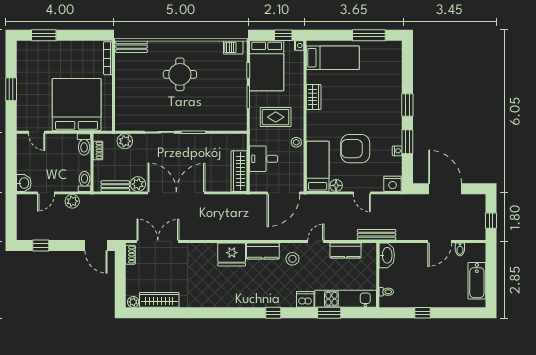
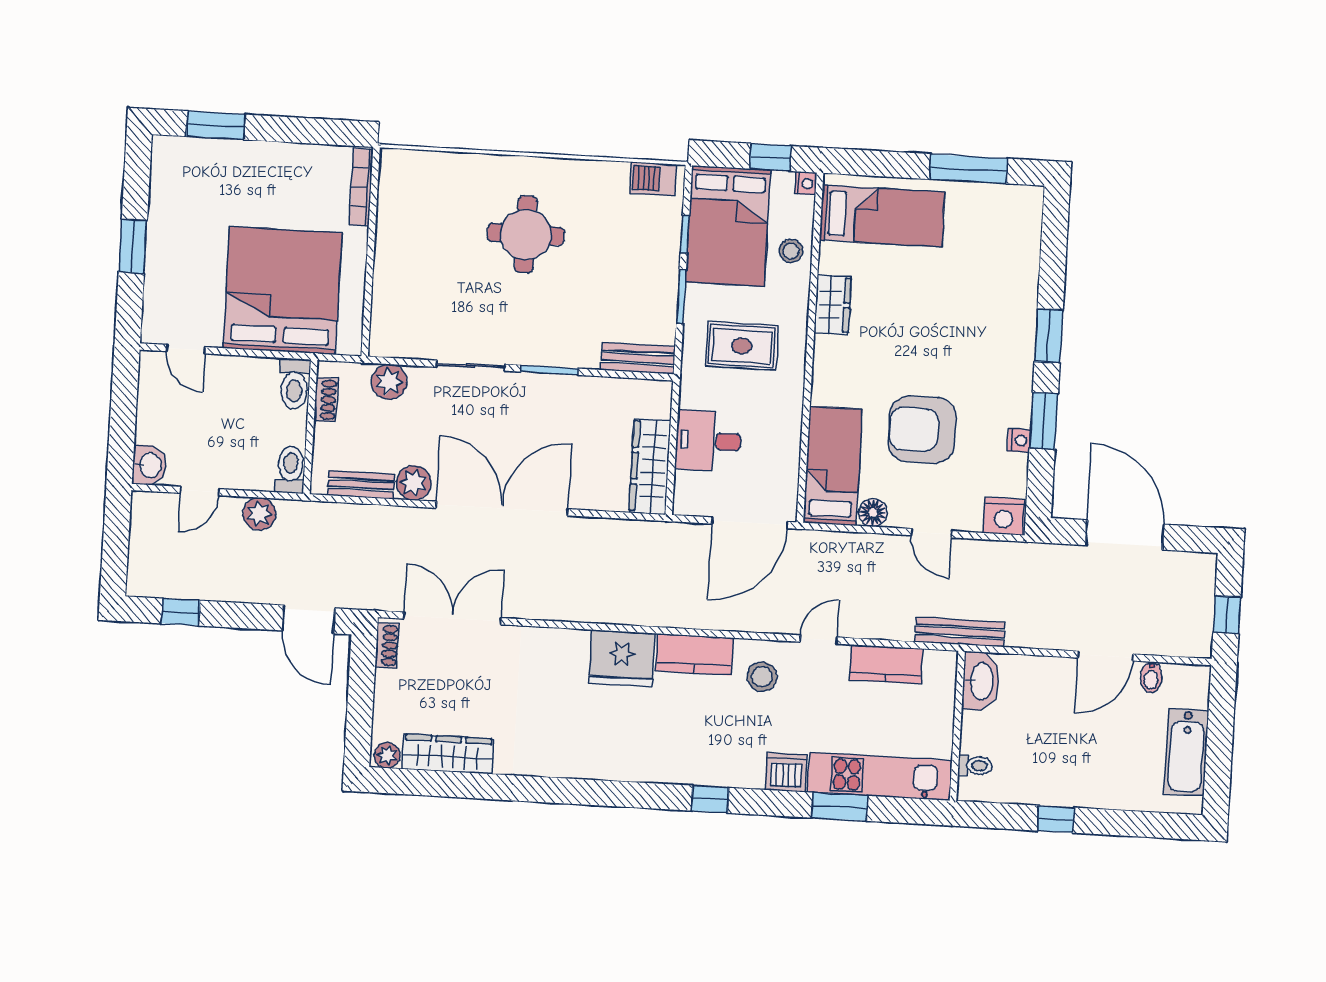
bench: (132, 47) -> (638, 358), moved
stool: (296, 142) -> (791, 251), moved

